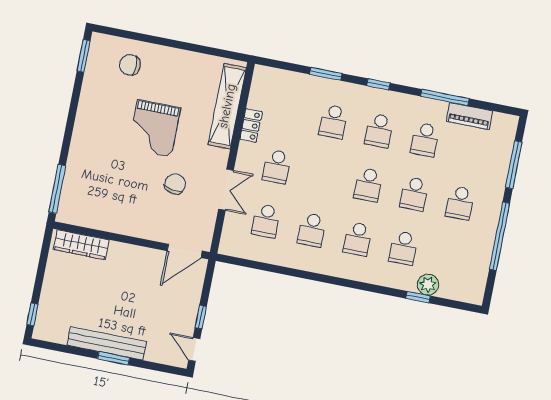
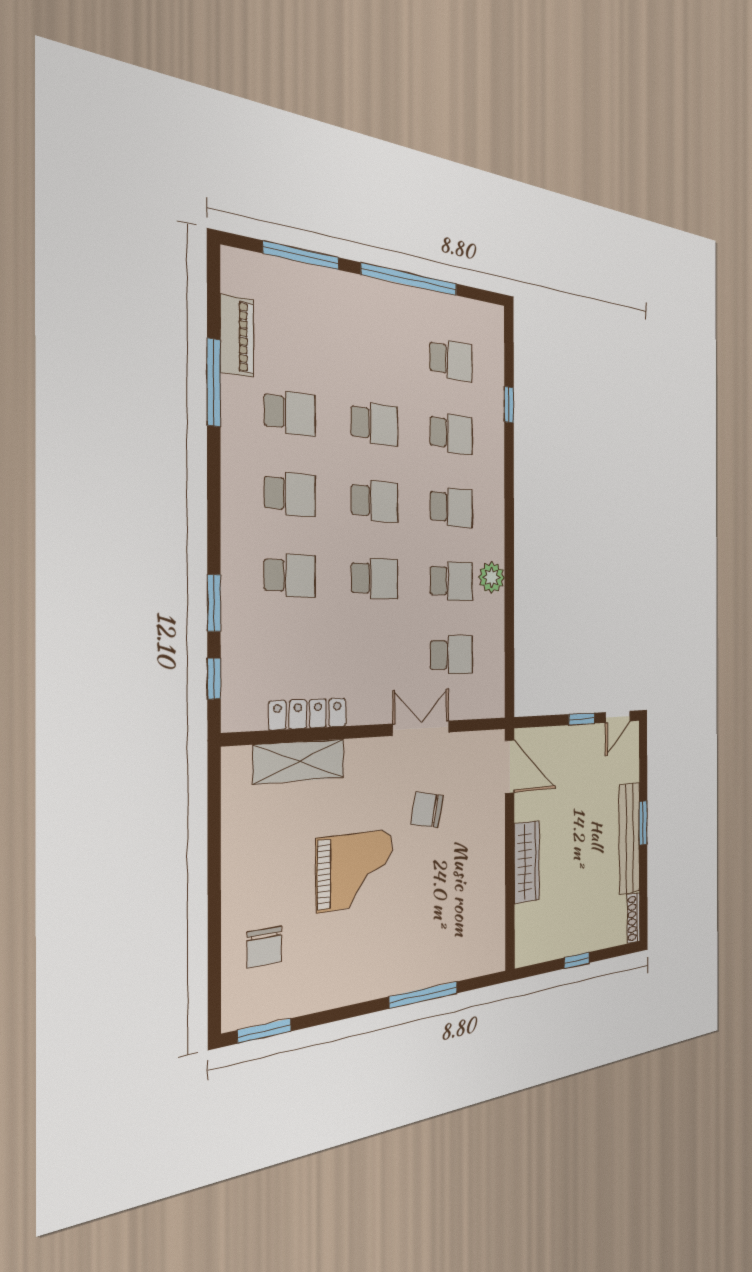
window: (378, 84) -> (214, 679), moved
shelving: (227, 106) -> (299, 761), width x0.68
locker: (251, 125) -> (308, 714), width x1.53
school desk: (277, 167) -> (375, 578), moved
window: (57, 189) -> (424, 995), moved
school desk: (460, 203) -> (451, 360), moved
wardrobe: (81, 245) -> (527, 862), moved
plant: (428, 285) -> (492, 577), moved
window: (32, 314) -> (577, 960), moved
shoe rack: (50, 336) -> (634, 918), added

